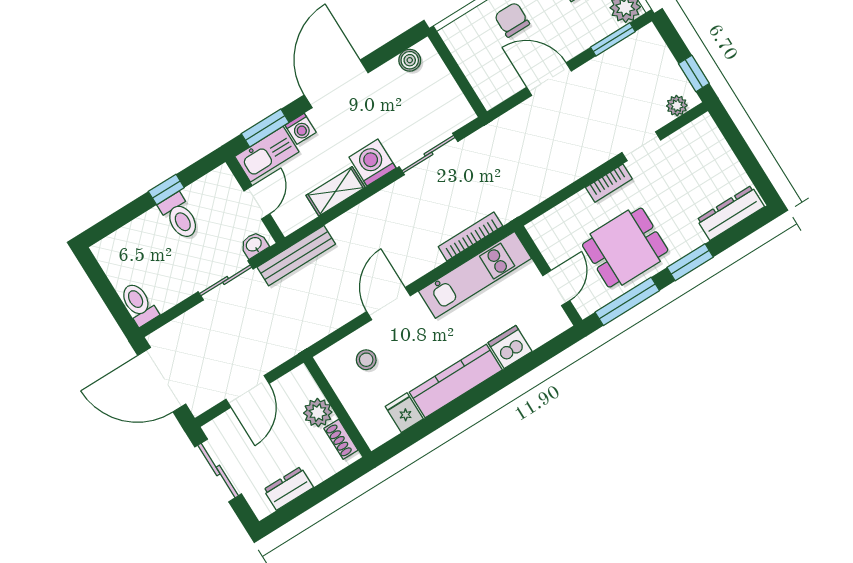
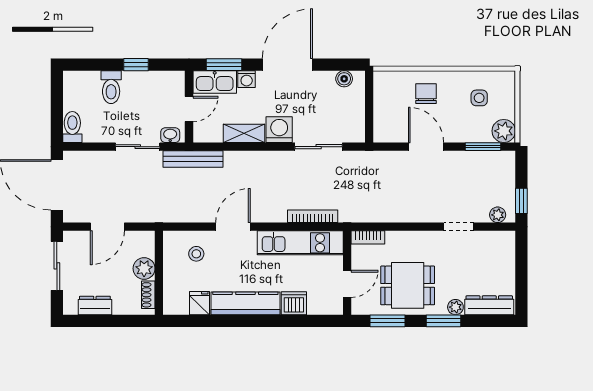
bookcase: (609, 183) -> (368, 237), moved
toilet: (180, 217) -> (111, 87), moved
plant: (694, 239) -> (455, 307), added
window: (627, 301) -> (387, 321), width x0.69

